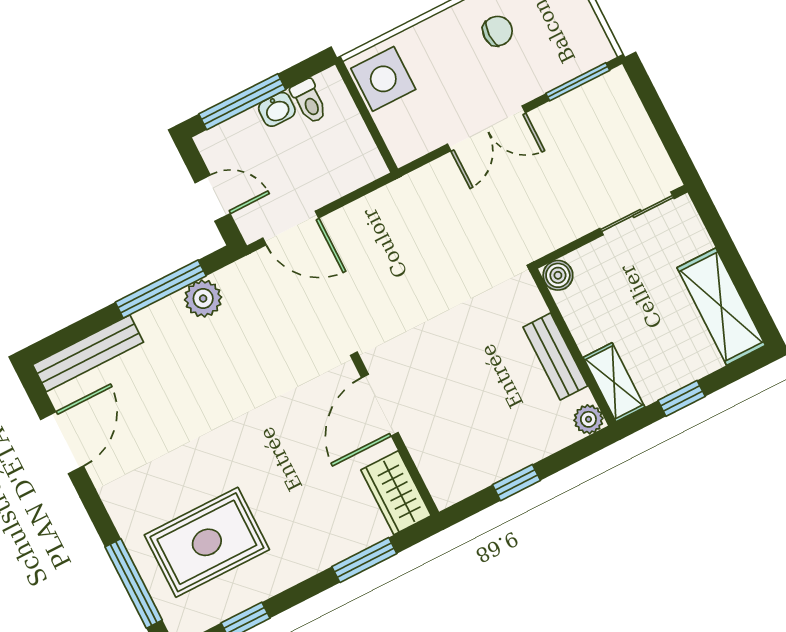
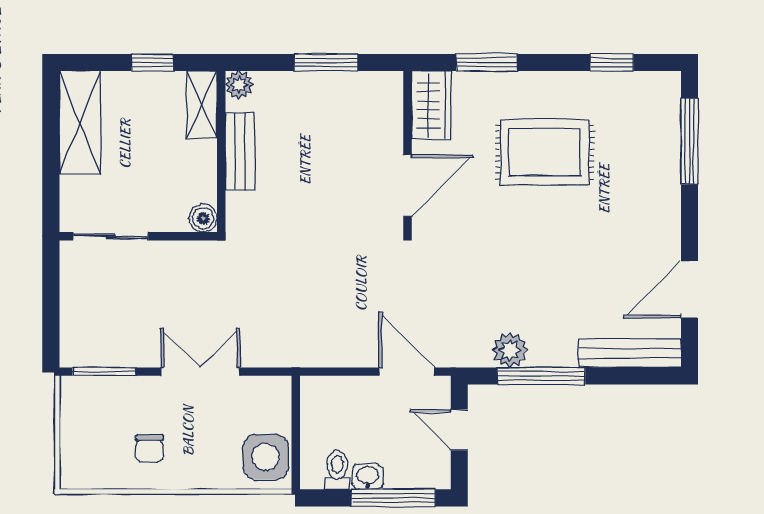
chair: (498, 31) -> (150, 448), turned -90
window: (516, 483) -> (326, 62), width x1.50
rug: (207, 542) -> (545, 152), moved

